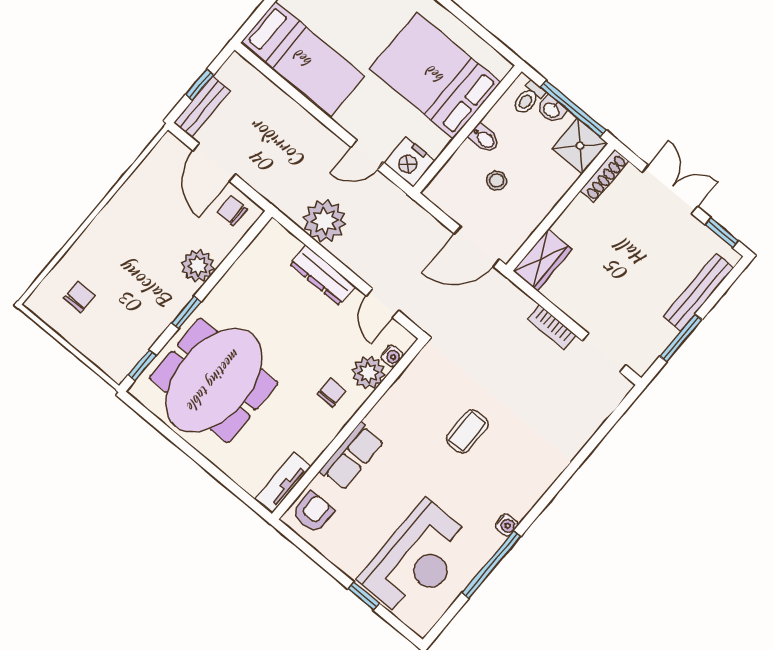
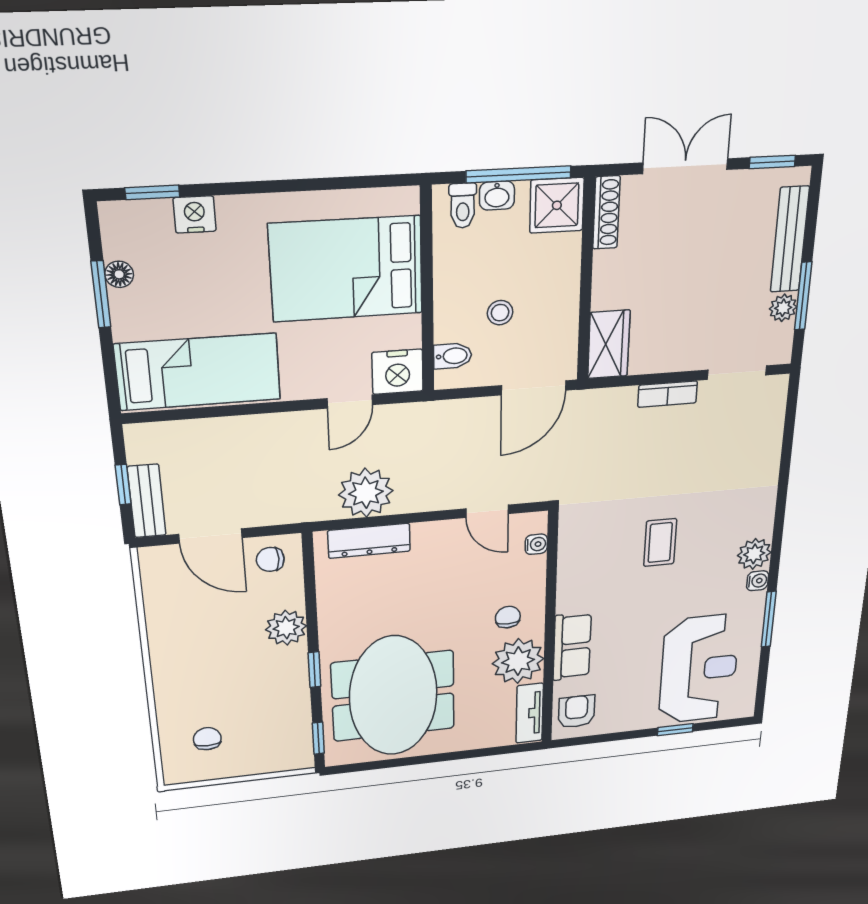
bidet: (484, 138) -> (453, 356), moved
dresser: (323, 275) -> (369, 541), moved
plant: (663, 335) -> (783, 308), added
plant: (368, 373) -> (518, 661), moved, width x1.36, depth x1.36
plant: (520, 501) -> (754, 554), added
window: (491, 564) -> (769, 619), width x0.69

